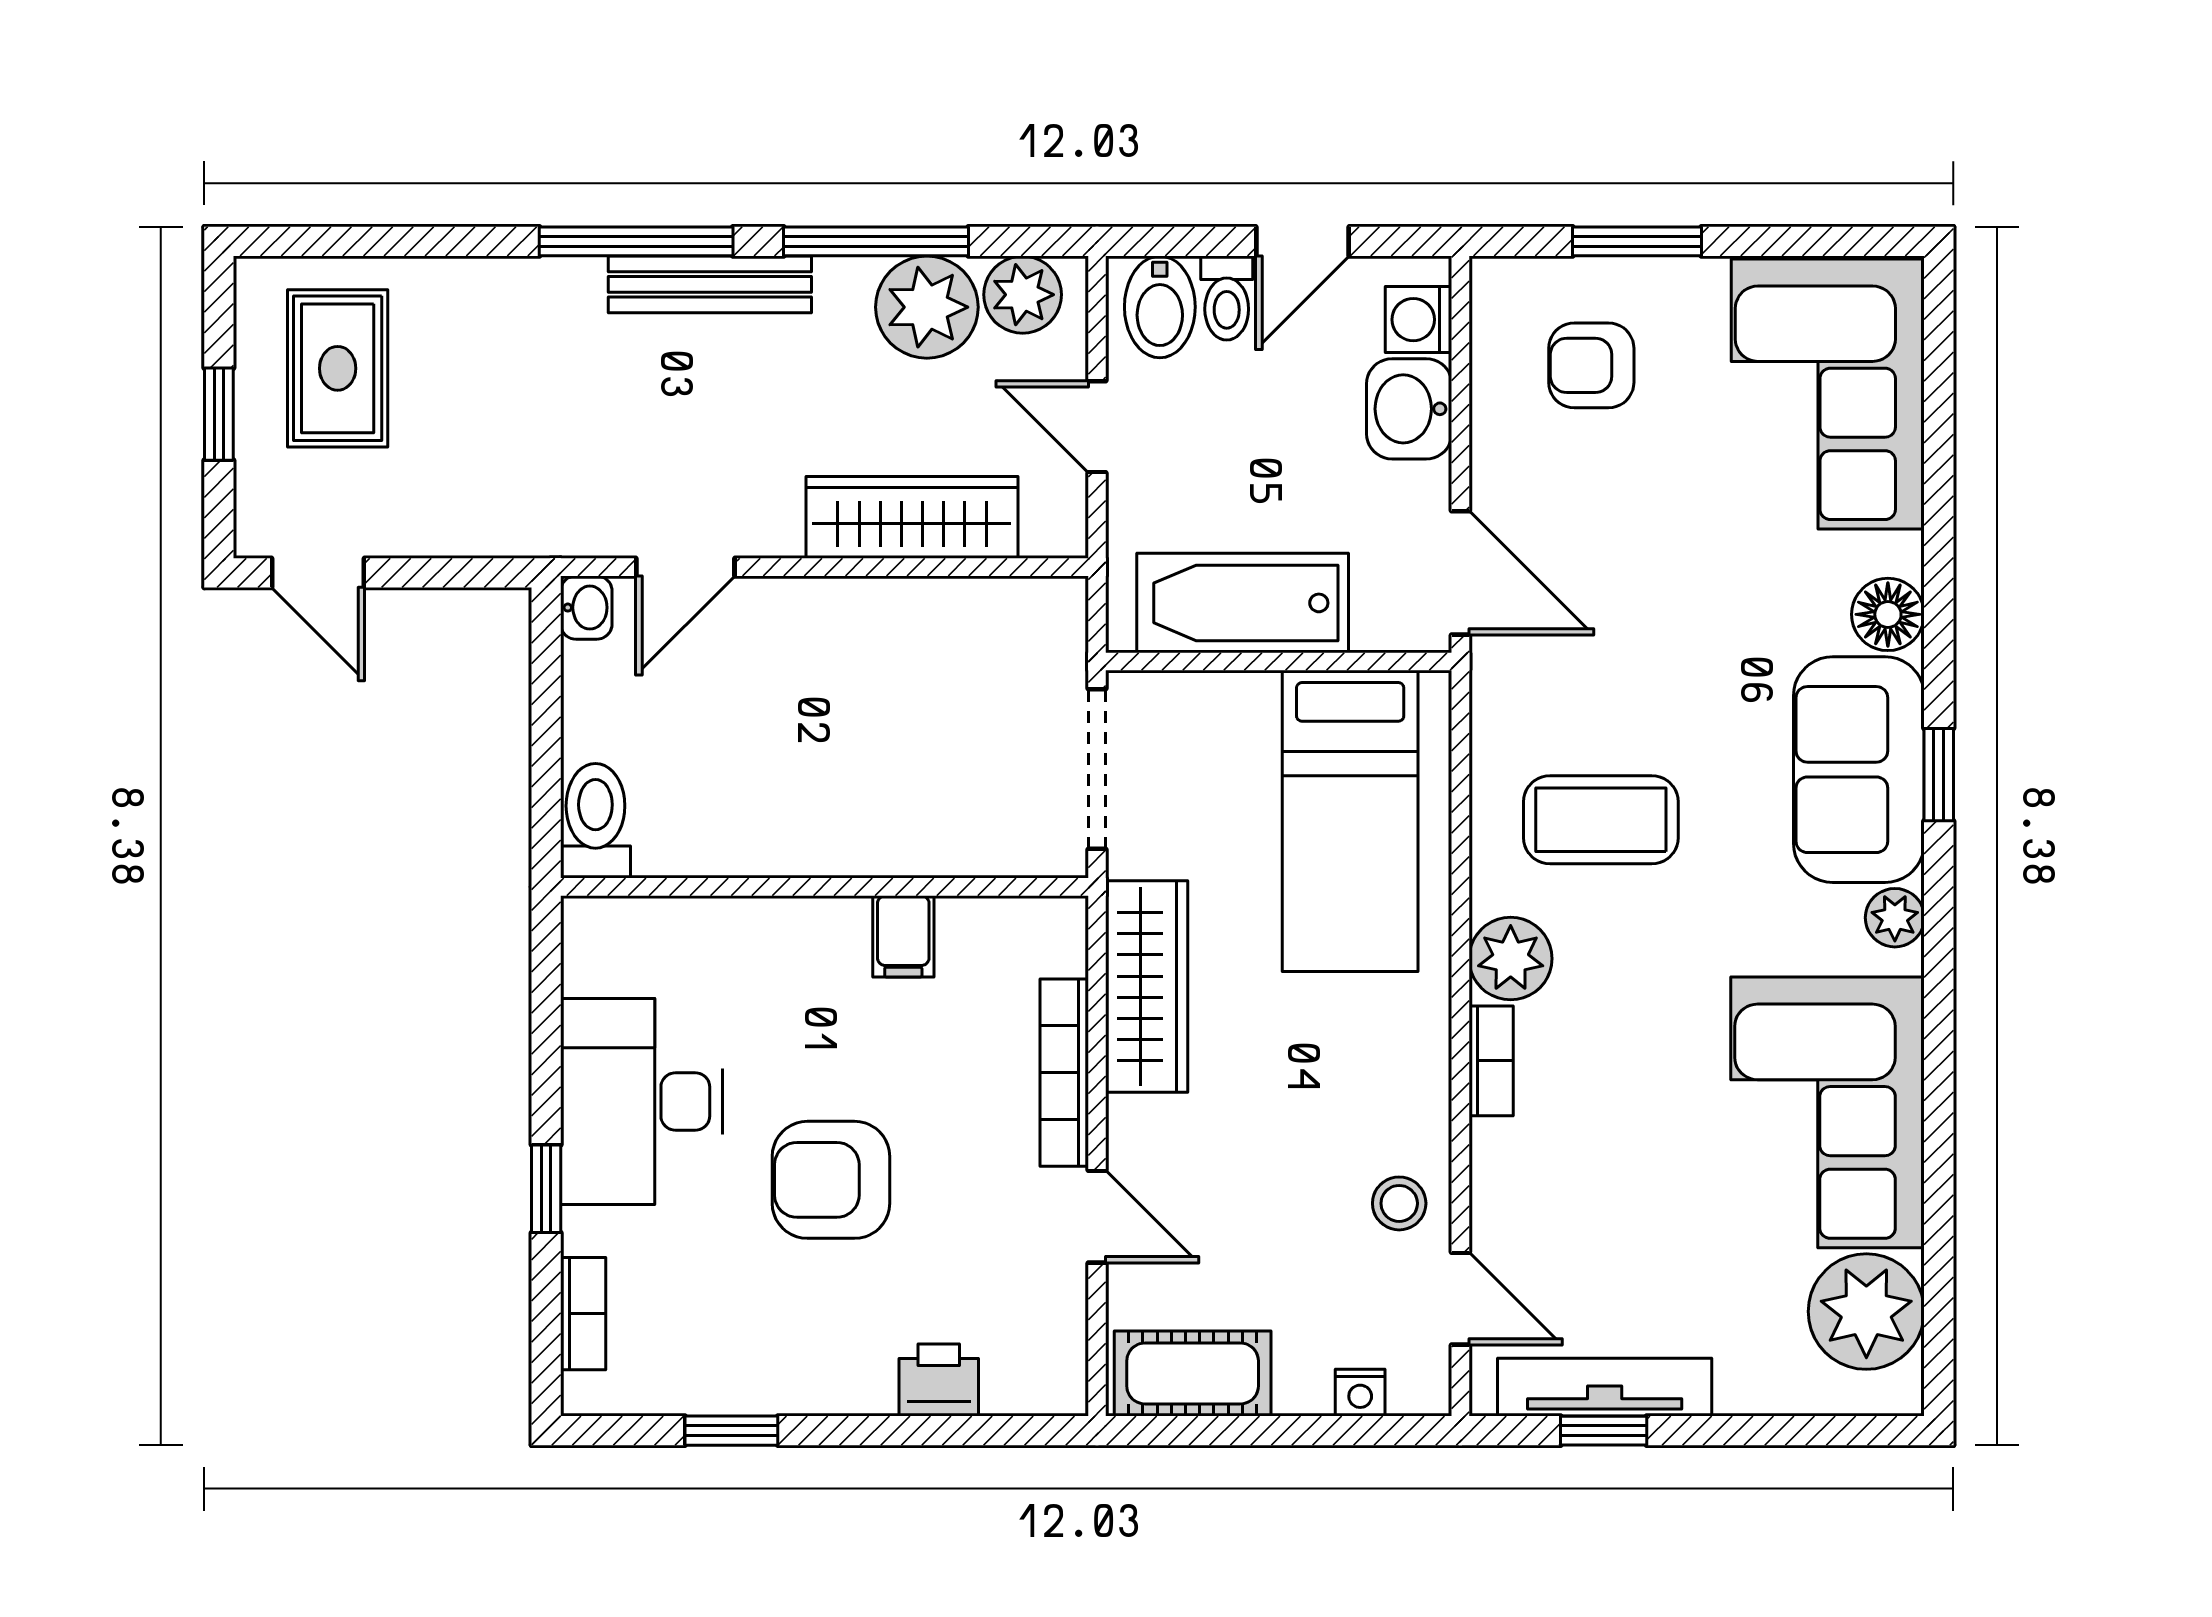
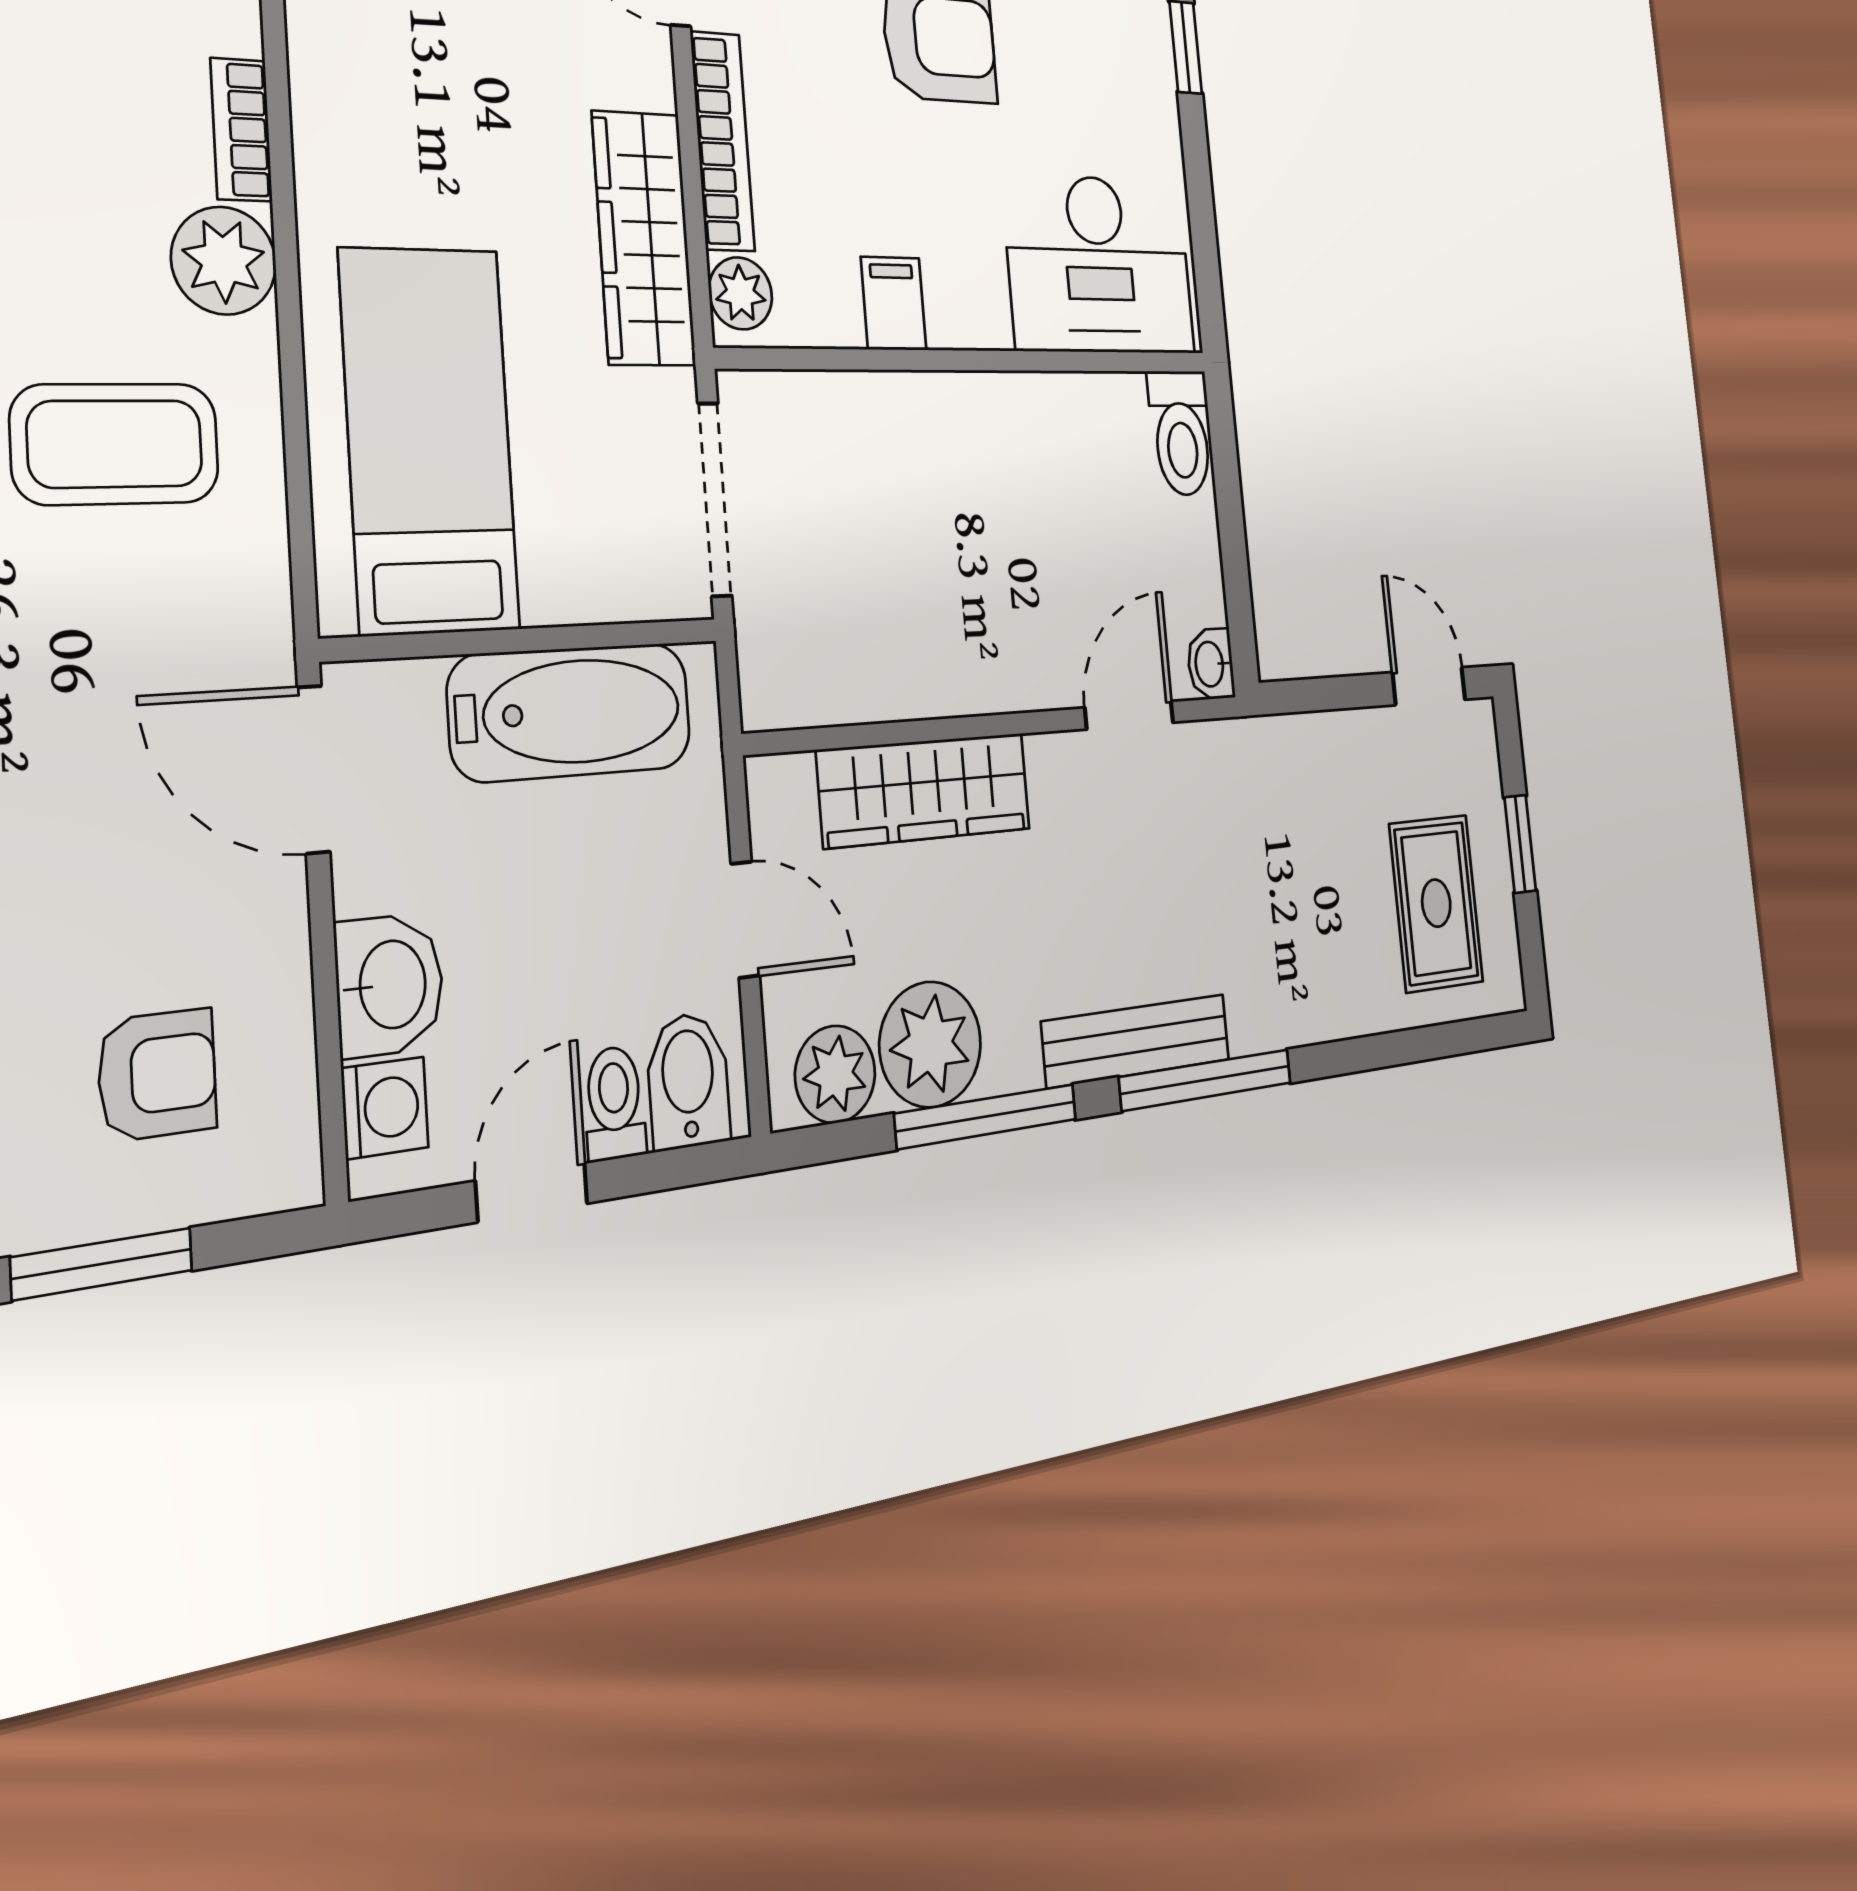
plant: (1058, 942) -> (741, 293), added
desk: (642, 1102) -> (1099, 264), moved, turned 90

